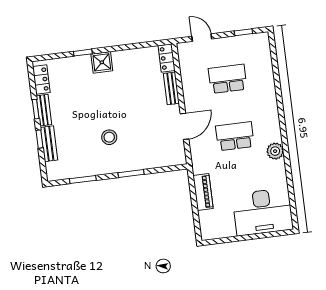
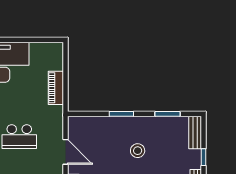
door: (184, 126) -> (65, 152), swing flipped
bench: (49, 144) -> (195, 132), moved

